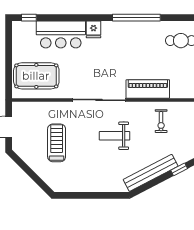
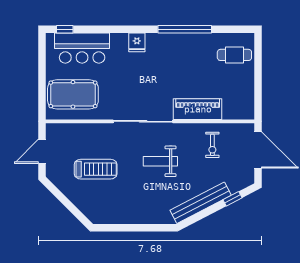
bar counter: (61, 34) -> (82, 48), moved
treadmill: (57, 143) -> (96, 169), turned 90

